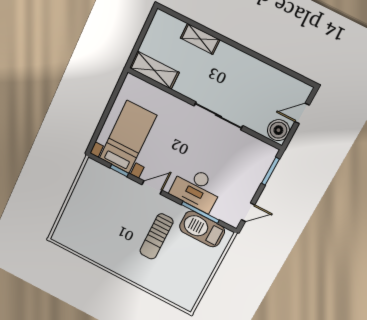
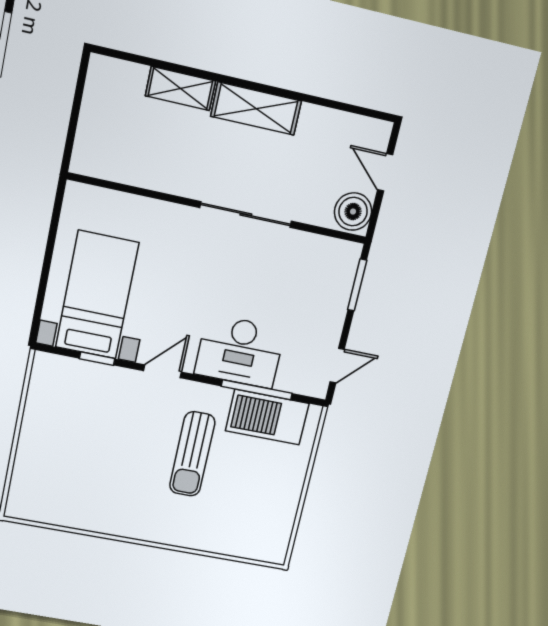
shelving: (154, 70) -> (256, 109), moved
door: (302, 113) -> (385, 172), hinge flipped

